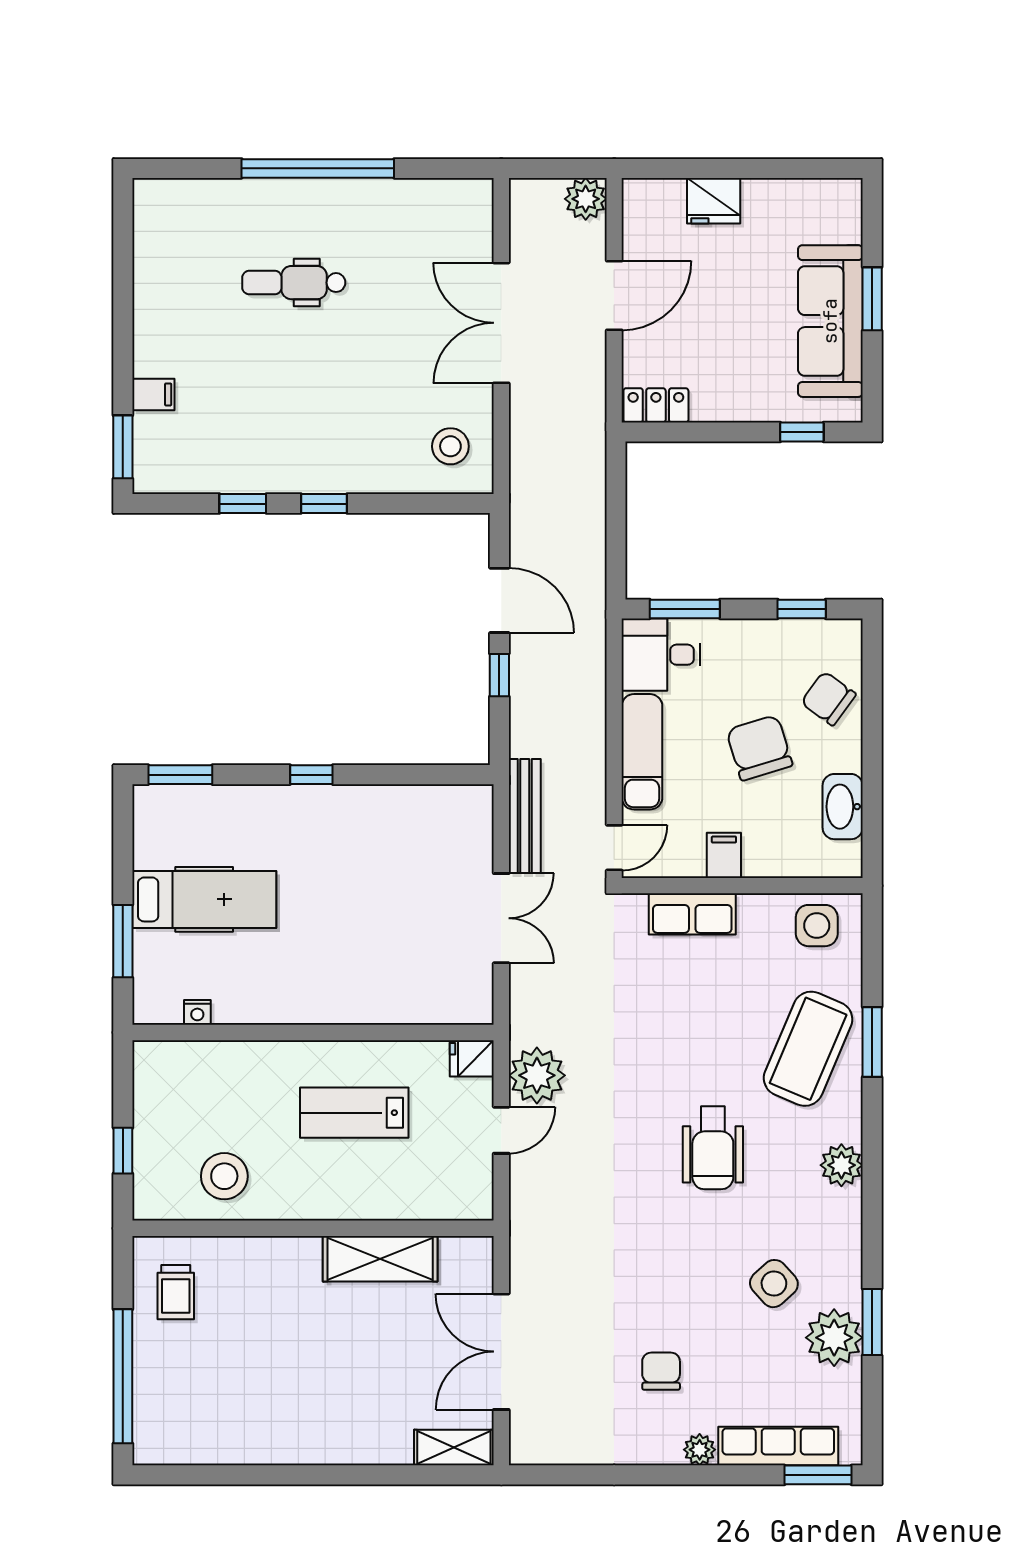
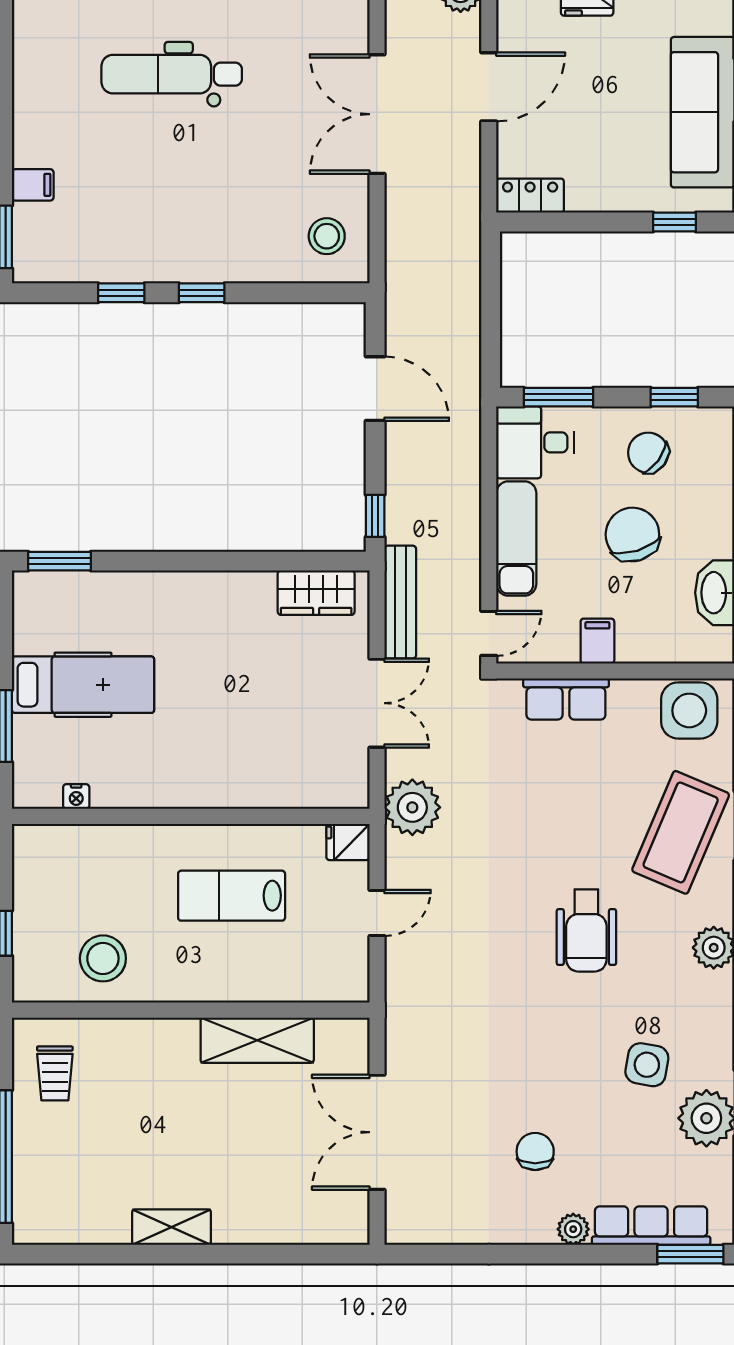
dental chair: (294, 283) -> (172, 74), width x1.36, depth x1.38
window: (499, 675) -> (375, 516), moved
chair: (828, 698) -> (648, 453), moved
window: (311, 775) -> (189, 561), removed
wardrobe: (440, 807) -> (316, 593), added
side table: (817, 926) -> (689, 710), width x1.37, depth x1.37
plant: (537, 1075) -> (412, 807), moved
side table: (774, 1284) -> (647, 1065), turned -38
shelving: (454, 1448) -> (172, 1227), moved

